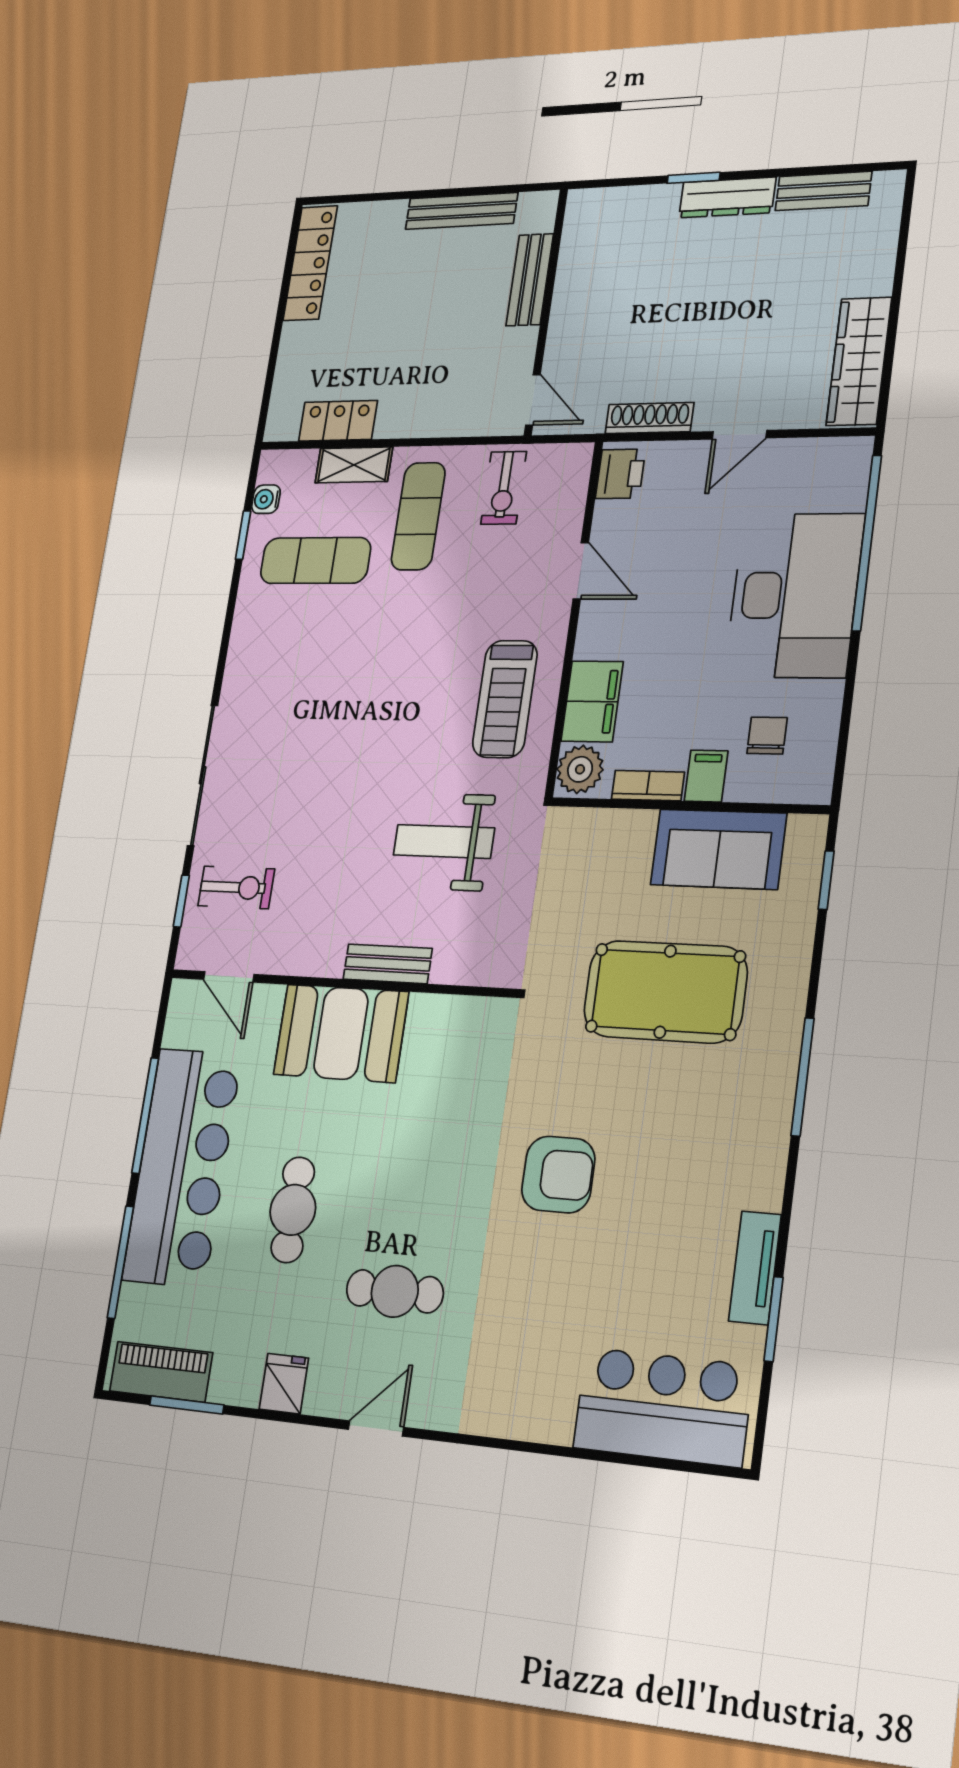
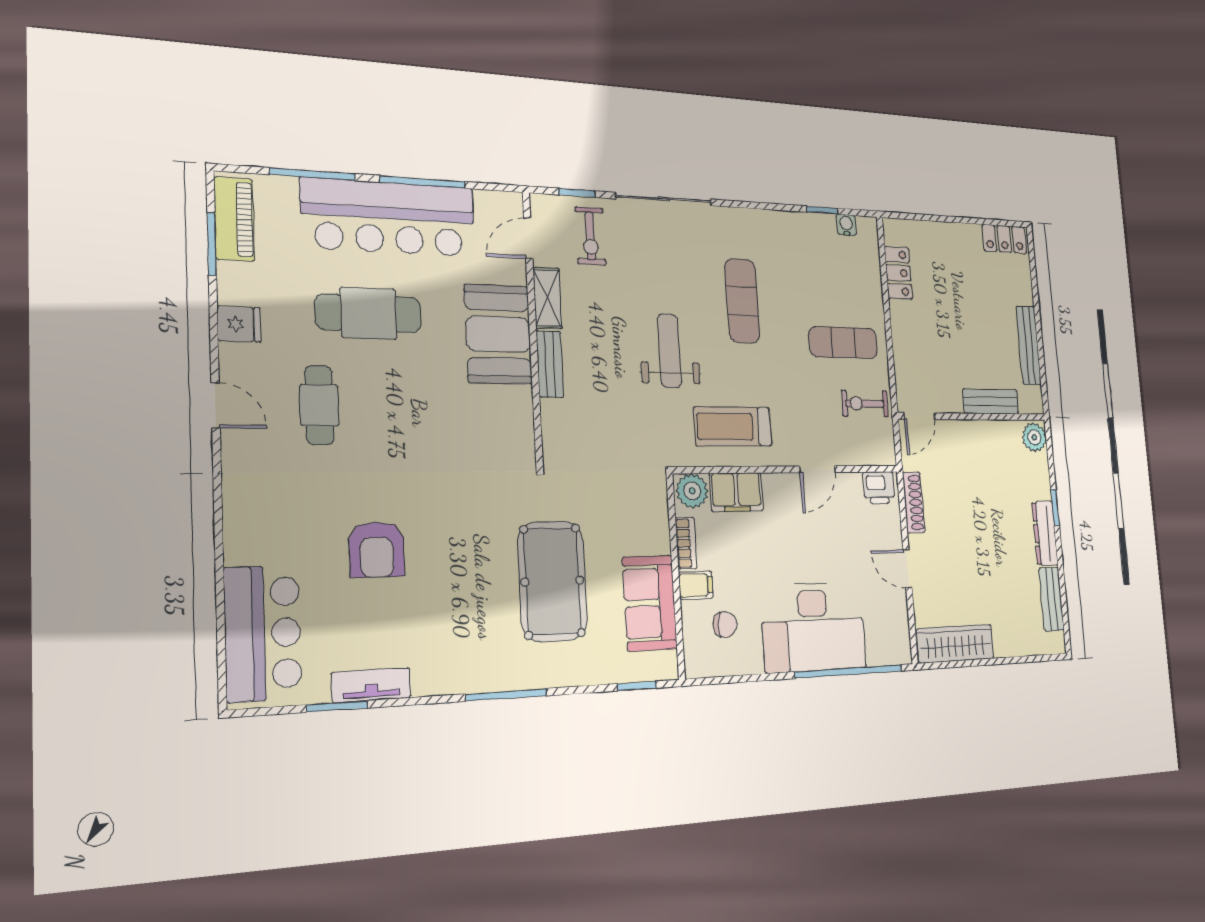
plant: (589, 208) -> (1034, 437), added
locker: (310, 263) -> (1004, 239), width x0.66
shelving: (354, 465) -> (547, 298), moved
exercise mat: (315, 561) -> (742, 301), moved
weight bench: (444, 841) -> (669, 351), moved
armchair: (558, 1175) -> (377, 549), moved
cafe table: (293, 1210) -> (368, 313), width x1.37, depth x1.35

